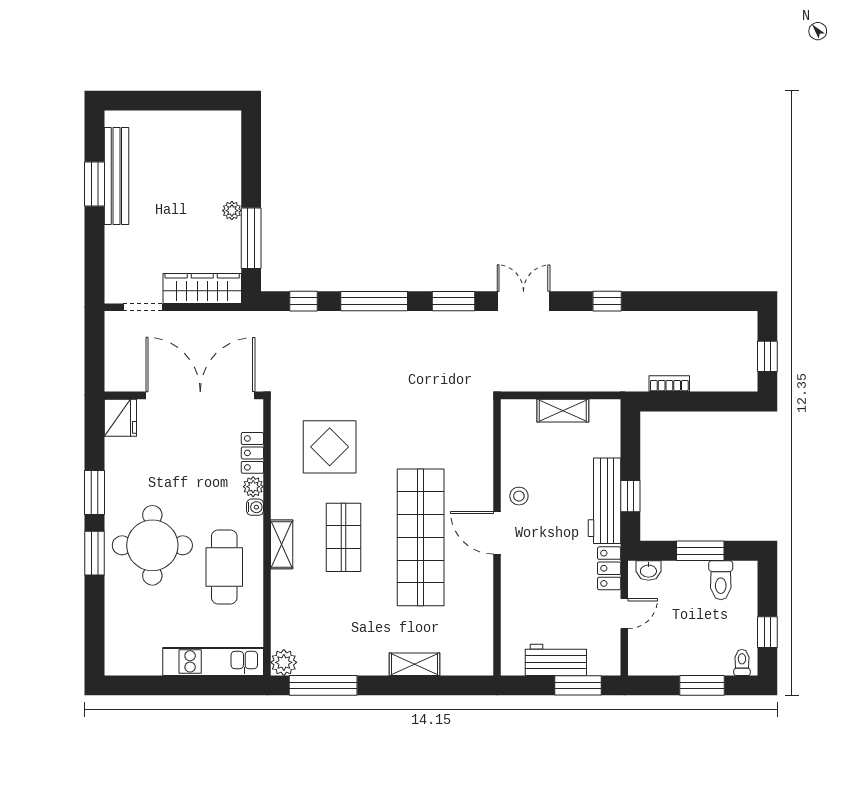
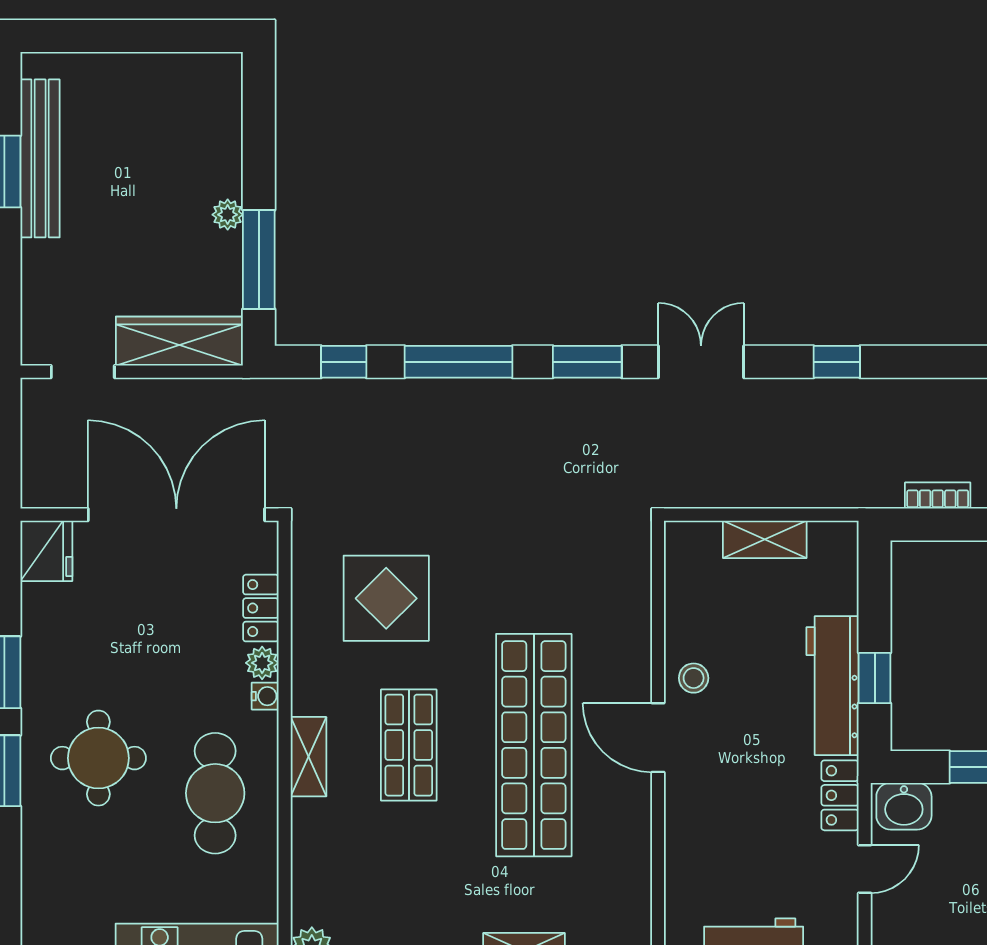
round table: (152, 545) -> (98, 758), width x0.73, depth x0.73
washbasin: (648, 571) -> (904, 806), width x1.38, depth x1.45

